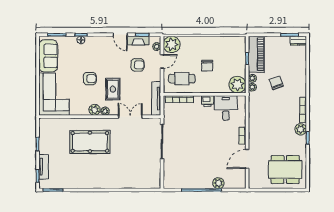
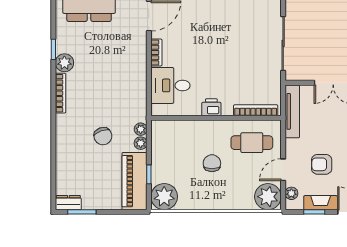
plant: (237, 85) -> (164, 197), moved
desk: (226, 108) -> (170, 85), moved, turned 90

